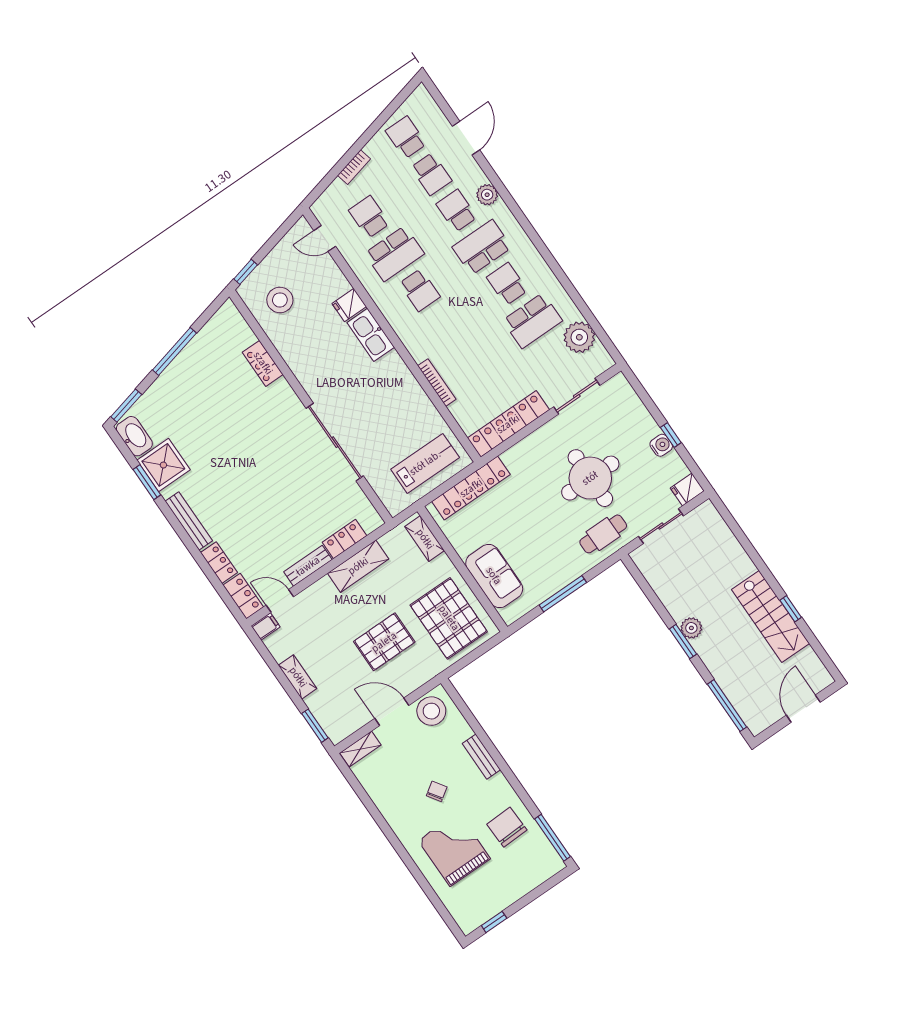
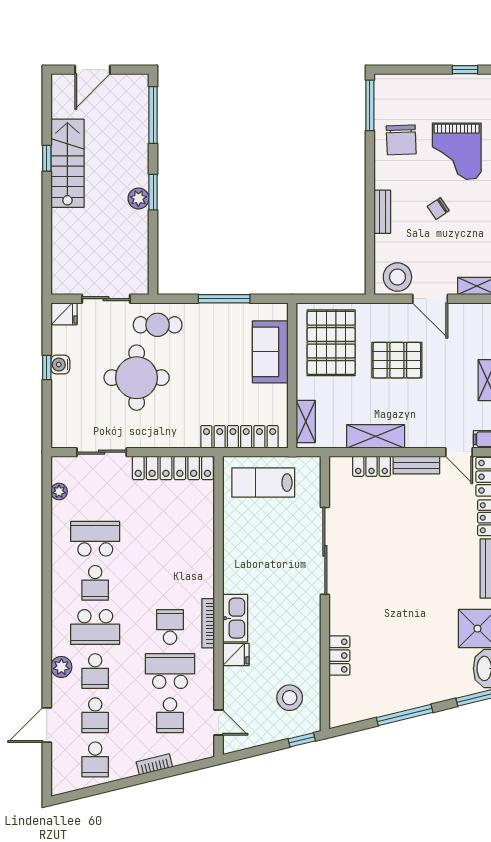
school desk: (431, 174) -> (95, 715), turned 180
plant: (579, 337) -> (59, 491), width x0.53, depth x0.53
bookcase: (437, 383) -> (208, 623), moved

